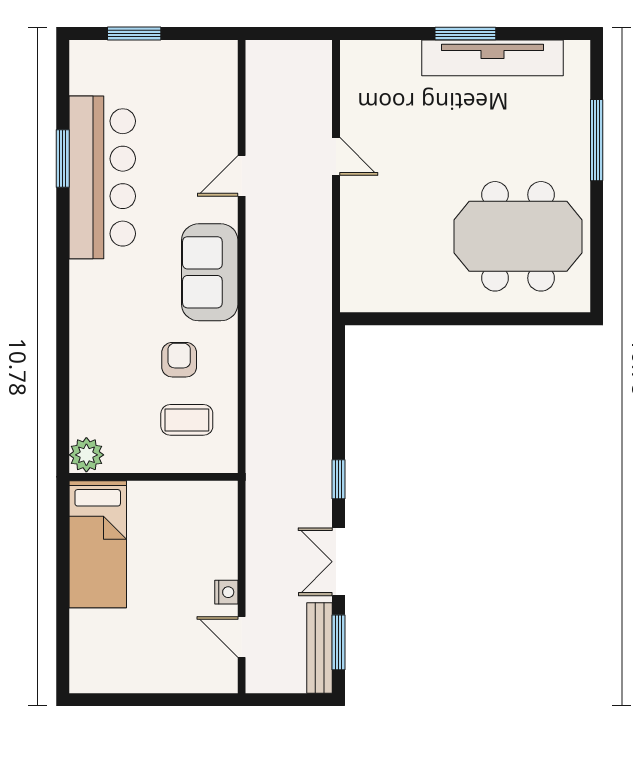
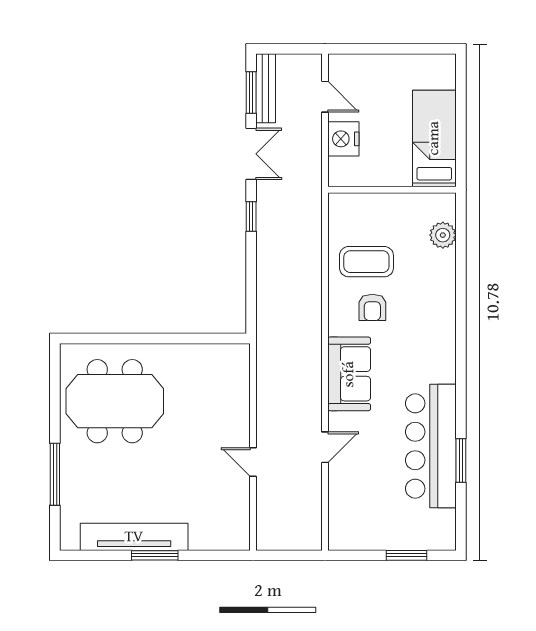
coffee table: (187, 420) -> (366, 262), width x1.36, depth x1.30
wall: (153, 477) -> (392, 190), moved
bed: (98, 544) -> (434, 138), moved
nightstand: (226, 592) -> (343, 139), width x1.89, depth x1.79

